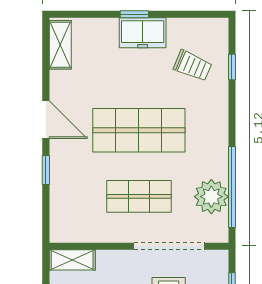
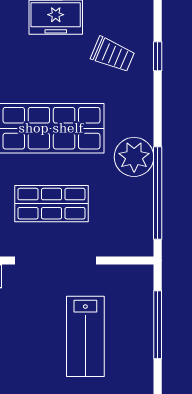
plant: (211, 197) -> (134, 157), moved
doorway: (169, 246) -> (56, 260), moved

